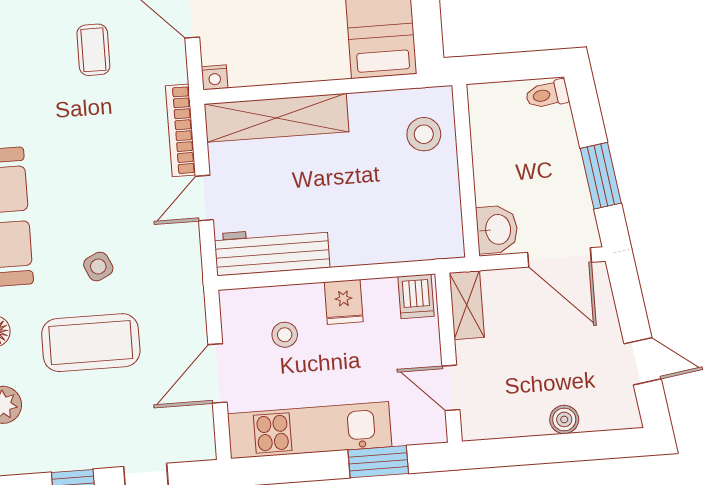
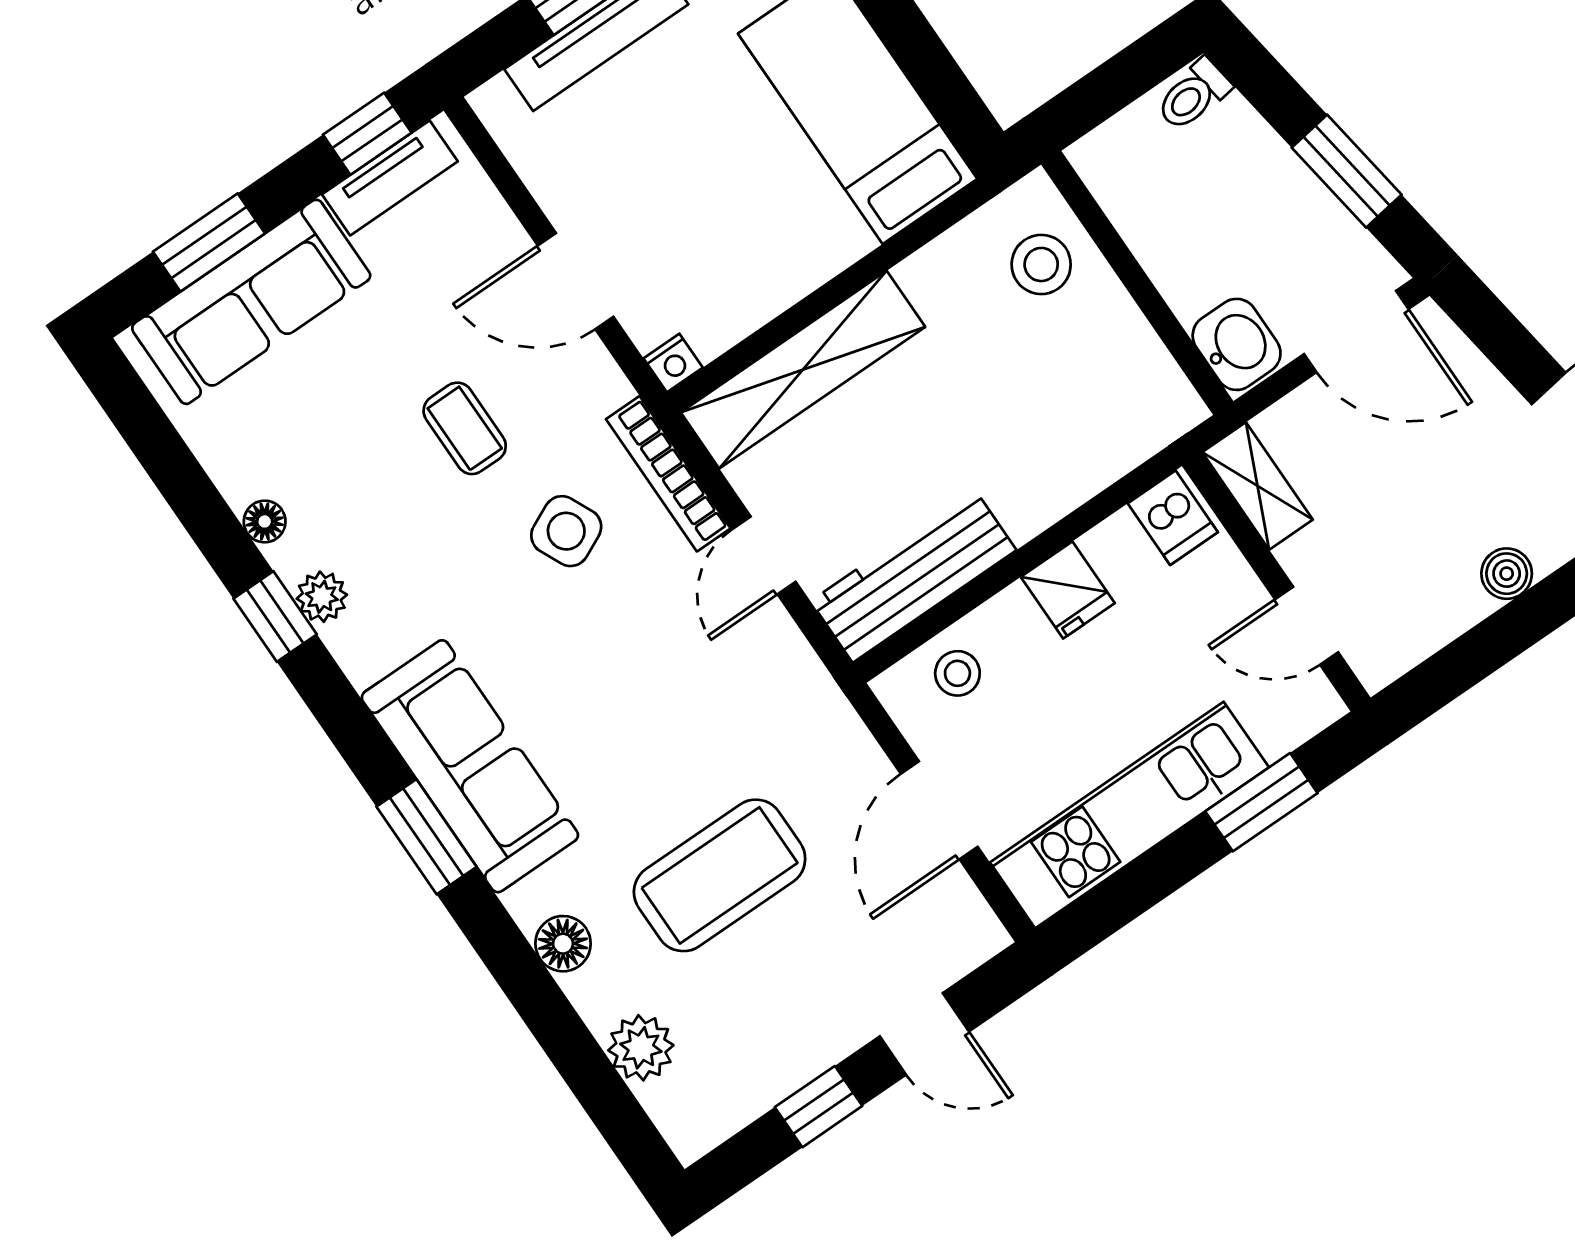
side table: (98, 267) -> (566, 531), moved, width x1.37, depth x1.37
stool: (285, 335) -> (957, 673), moved

